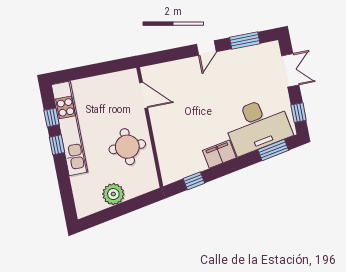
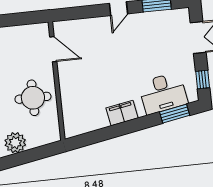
desk: (257, 125) -> (163, 93), width x0.73, depth x0.77
window: (194, 181) -> (95, 137), removed

